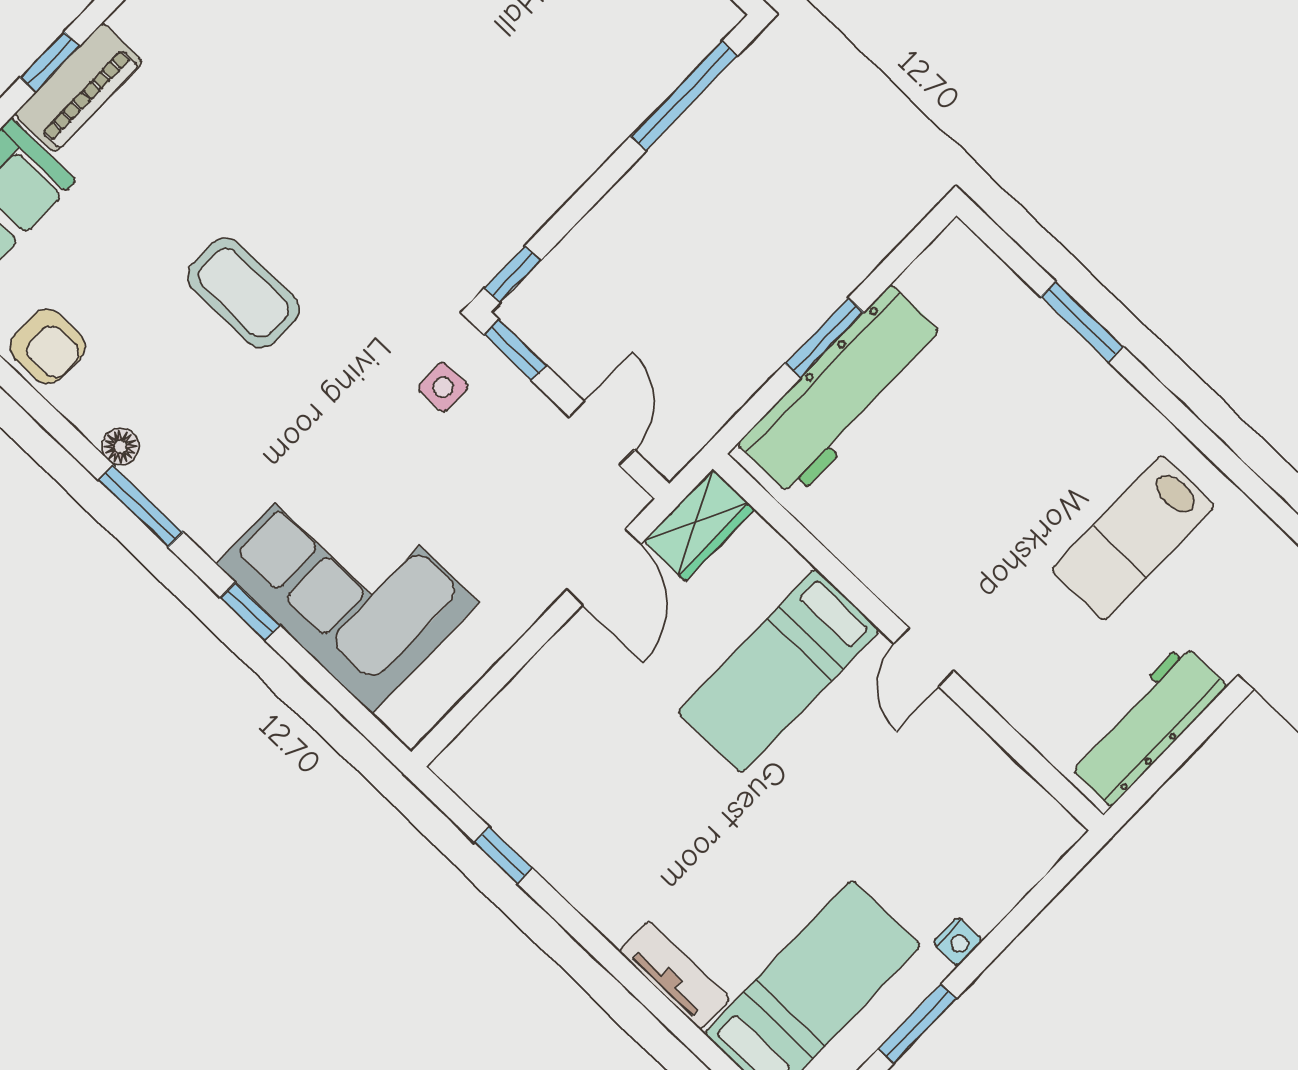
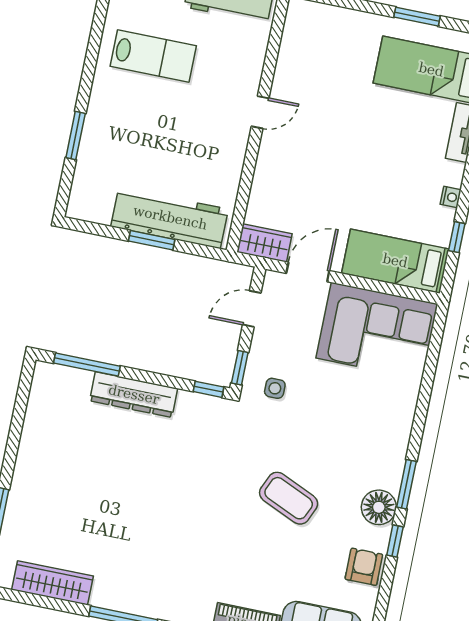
dresser: (584, 142) -> (134, 395), added
coffee table: (243, 293) -> (289, 498), turned -66
floor lamp: (120, 447) -> (379, 507), width x1.89, depth x1.89
corner sofa: (347, 583) -> (377, 331), moved, turned -90
window: (250, 612) -> (395, 541), moved
bed: (779, 671) -> (395, 261), moved, turned 180
nightstand: (958, 941) -> (451, 197), moved, turned 90

